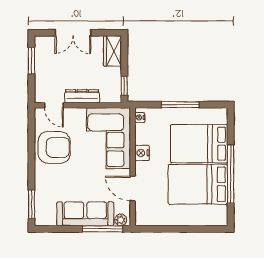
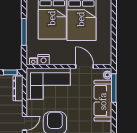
dresser: (82, 96) -> (18, 88), moved
nightstand: (142, 153) -> (44, 60), moved
door: (133, 188) -> (85, 66), swing flipped

